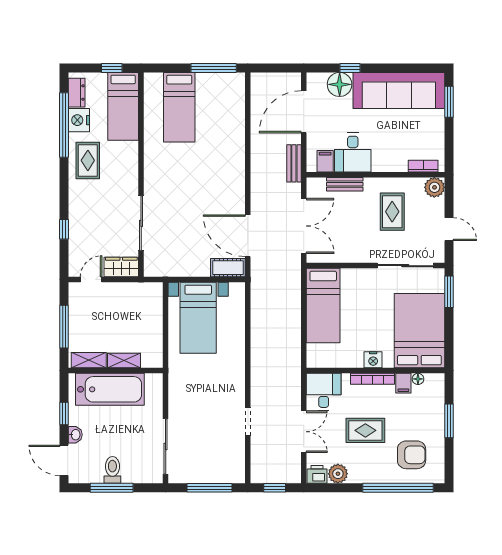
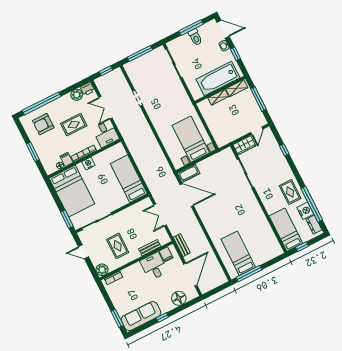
window: (350, 68) -> (162, 318), moved
sofa: (399, 90) -> (141, 316), width x0.74, depth x0.79
bed: (179, 107) -> (238, 253), moved
double door: (304, 226) -> (160, 215), width x0.73

